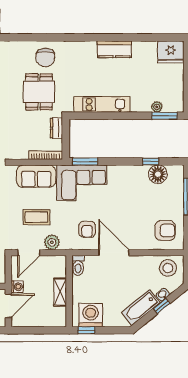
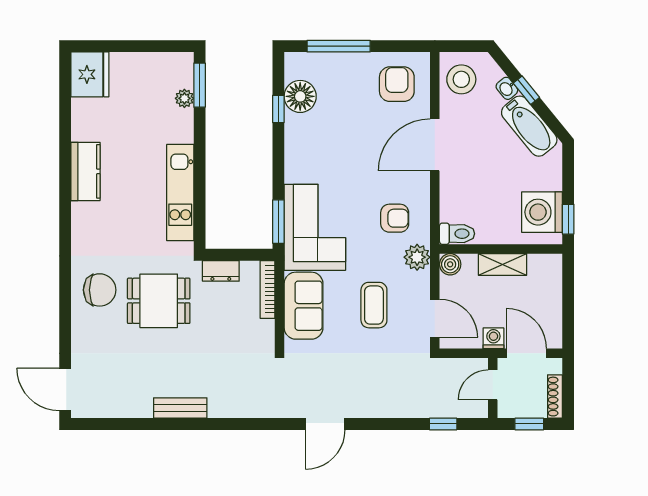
plant: (52, 242) -> (417, 257), moved
door: (114, 253) -> (435, 145), moved
boiler: (60, 262) -> (450, 264), added

